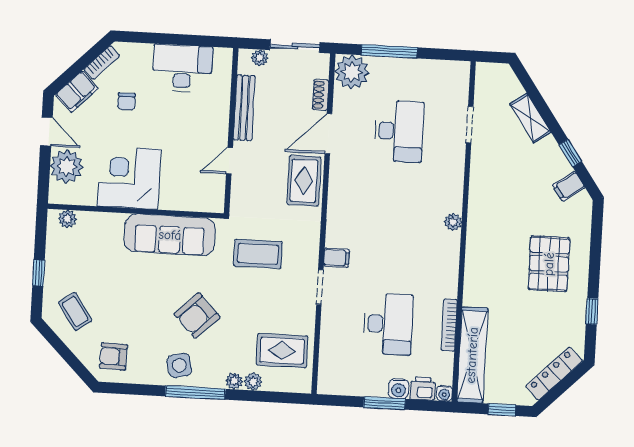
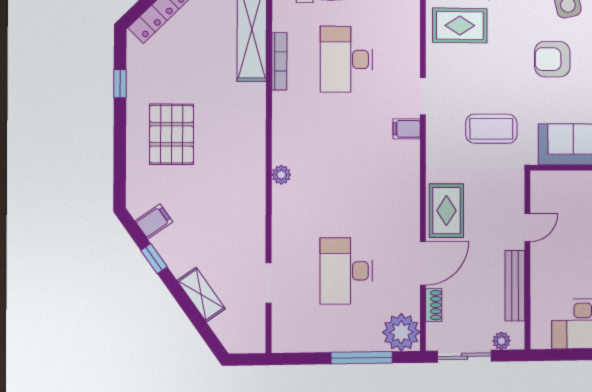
armchair: (197, 316) -> (552, 59), turned -136

